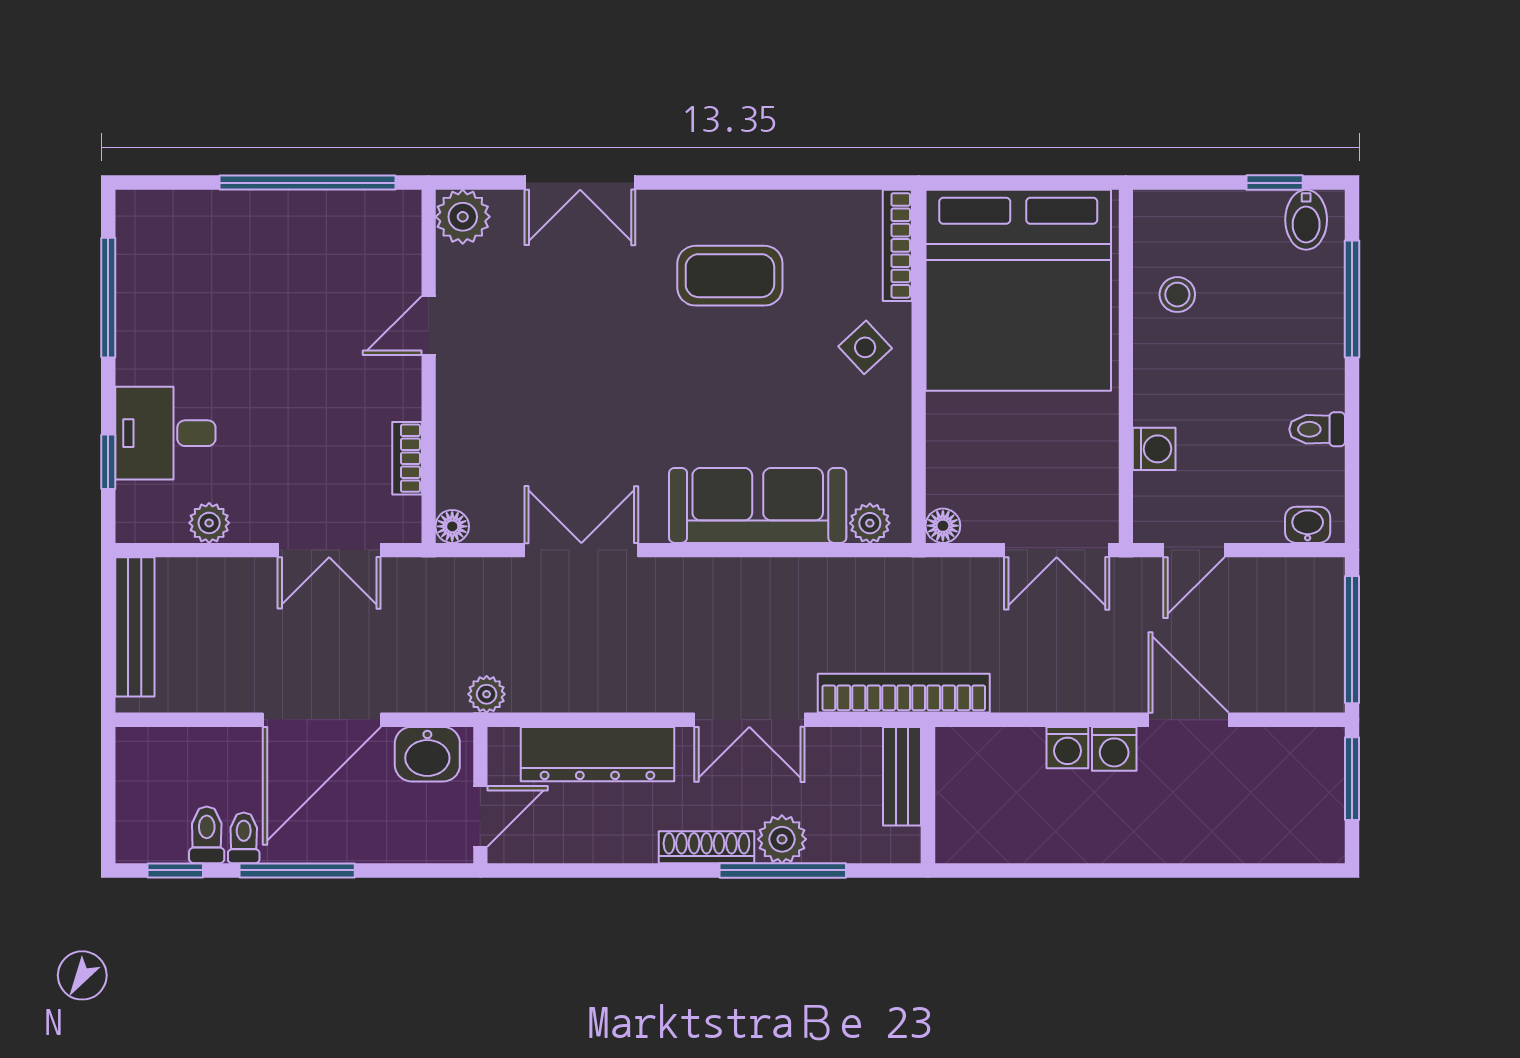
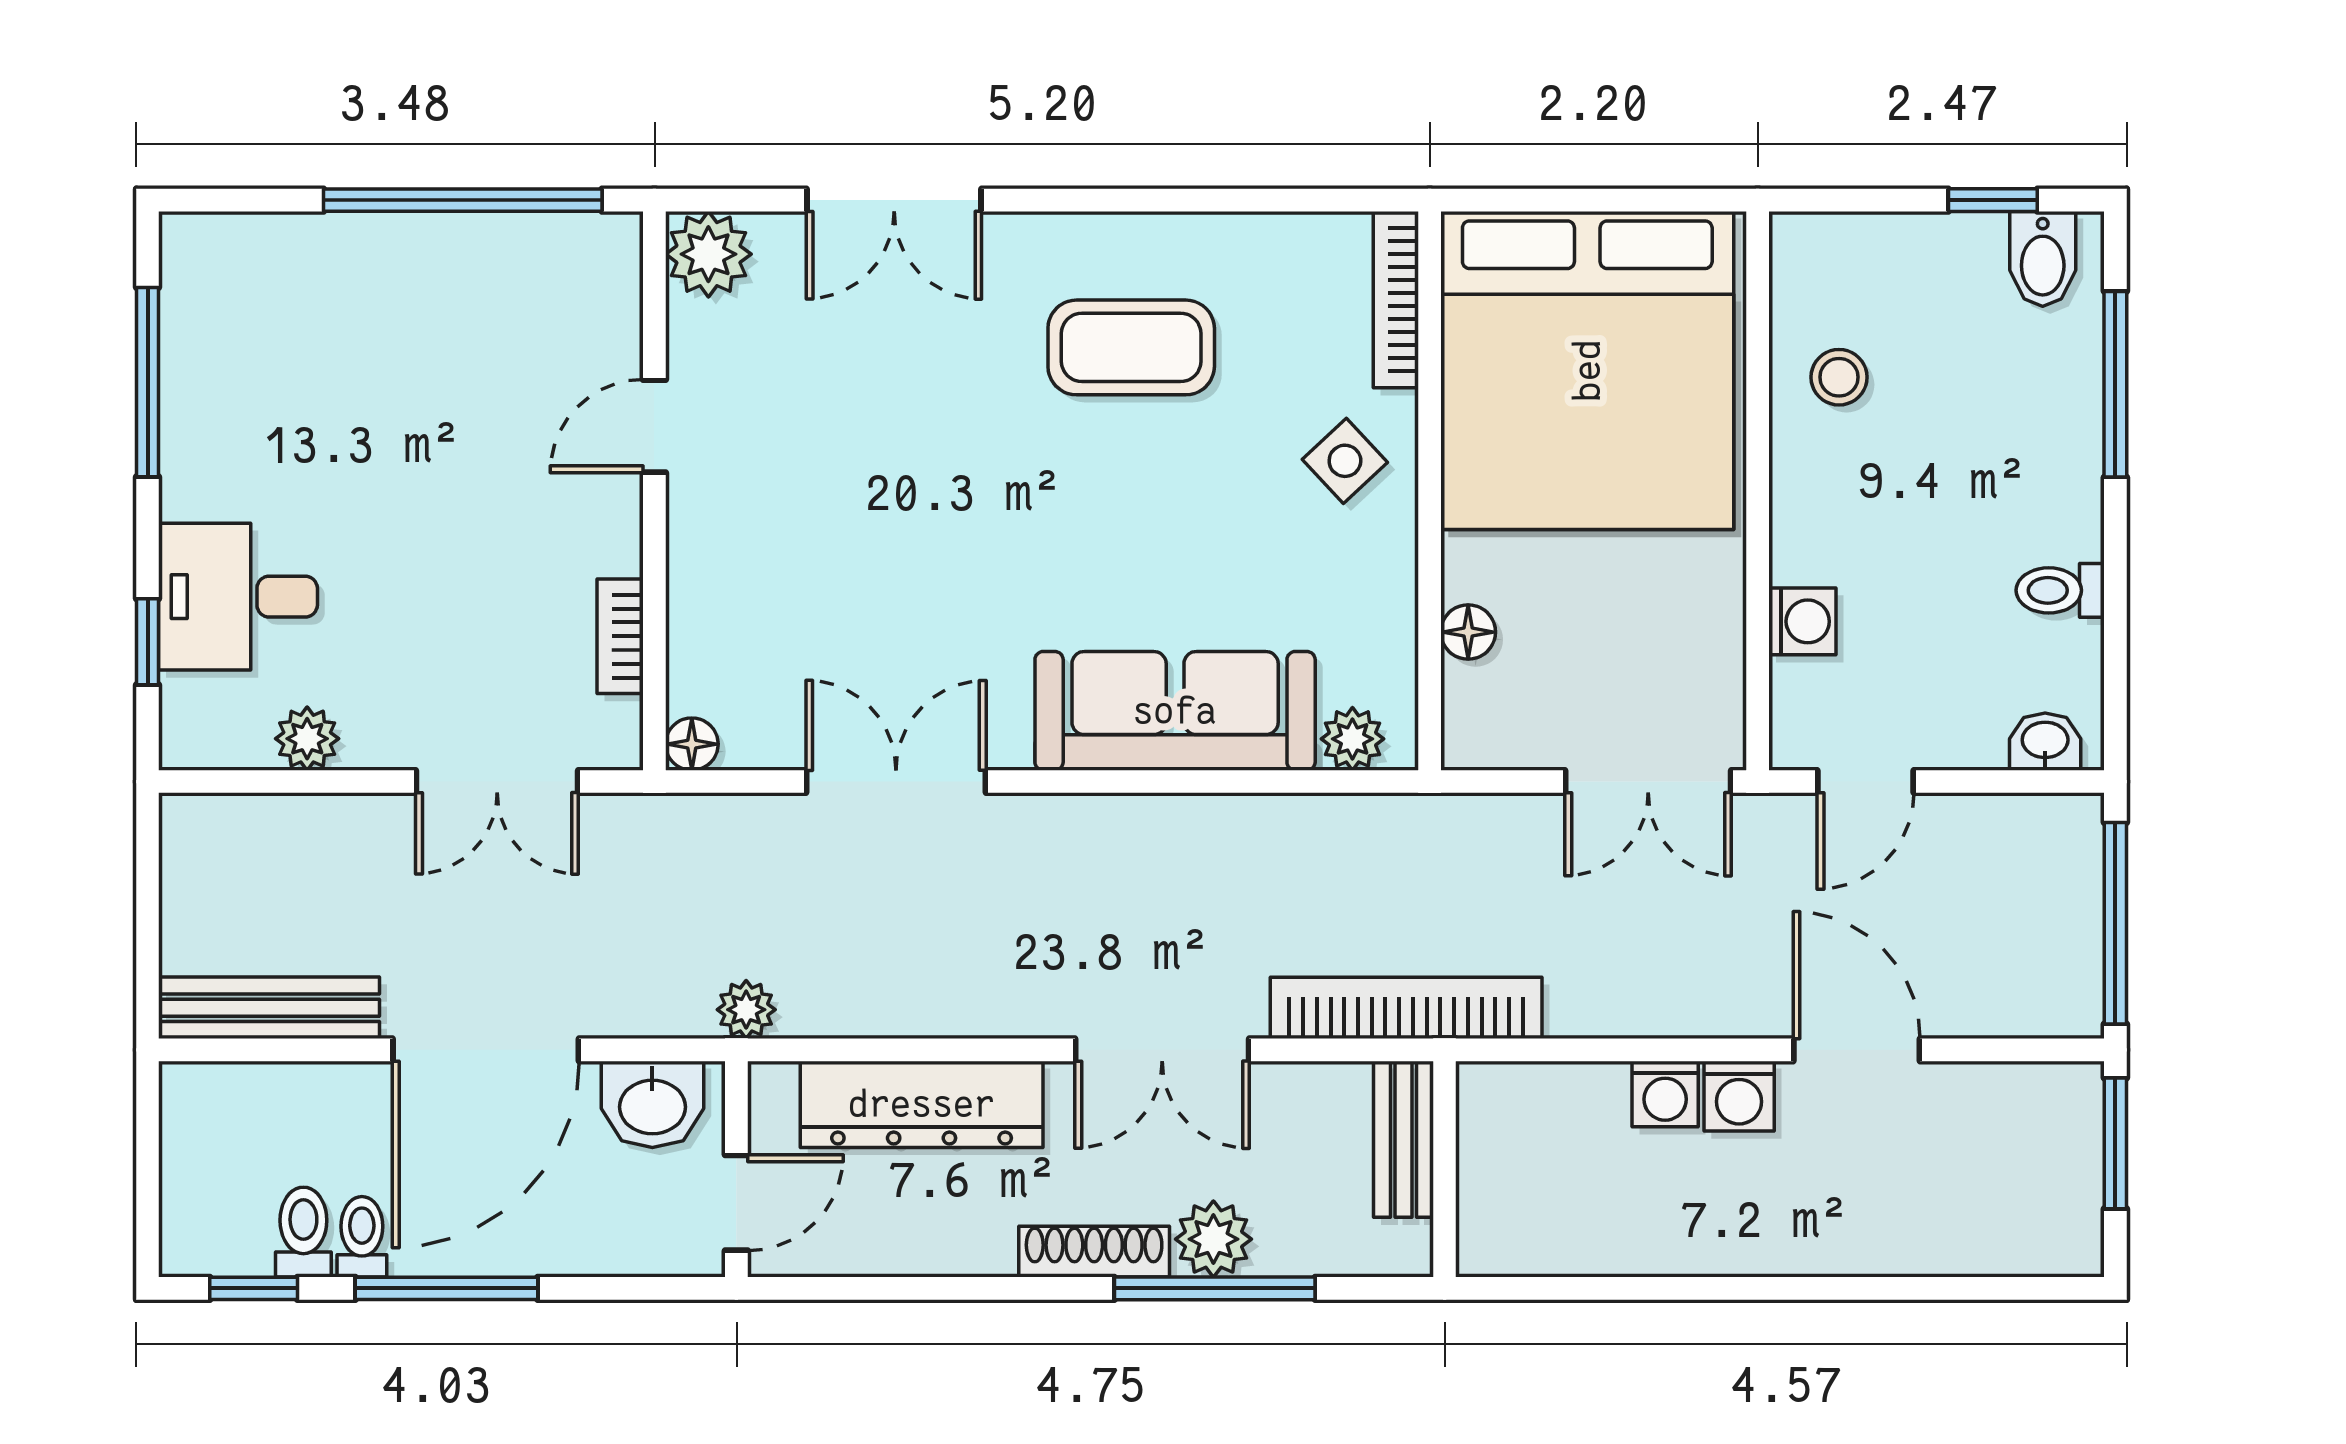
floor lamp: (943, 526) -> (1468, 632), moved
bench: (135, 627) -> (269, 1008), moved, turned 90

